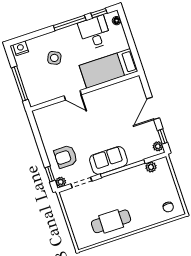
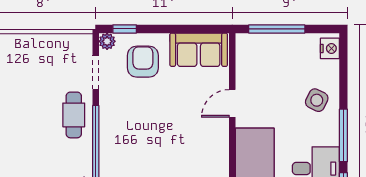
side table: (54, 58) -> (317, 100), moved
sofa: (108, 160) -> (199, 50), moved, turned 90
cafe table: (111, 221) -> (74, 115), moved, width x0.73, depth x0.74

